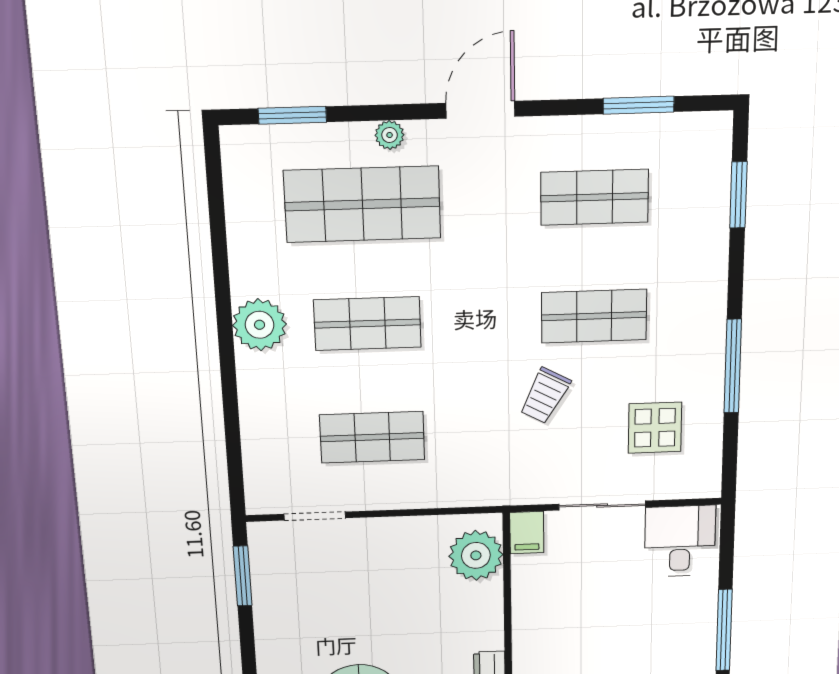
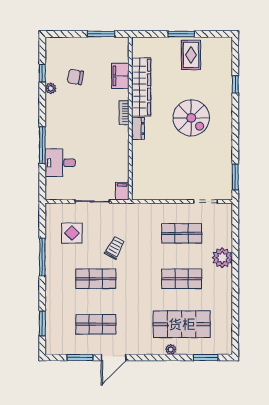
door: (480, 110) -> (114, 358), moved
plant: (260, 325) -> (222, 258), moved
desk: (680, 541) -> (60, 163), moved, turned 90
plant: (476, 555) -> (143, 182), removed

